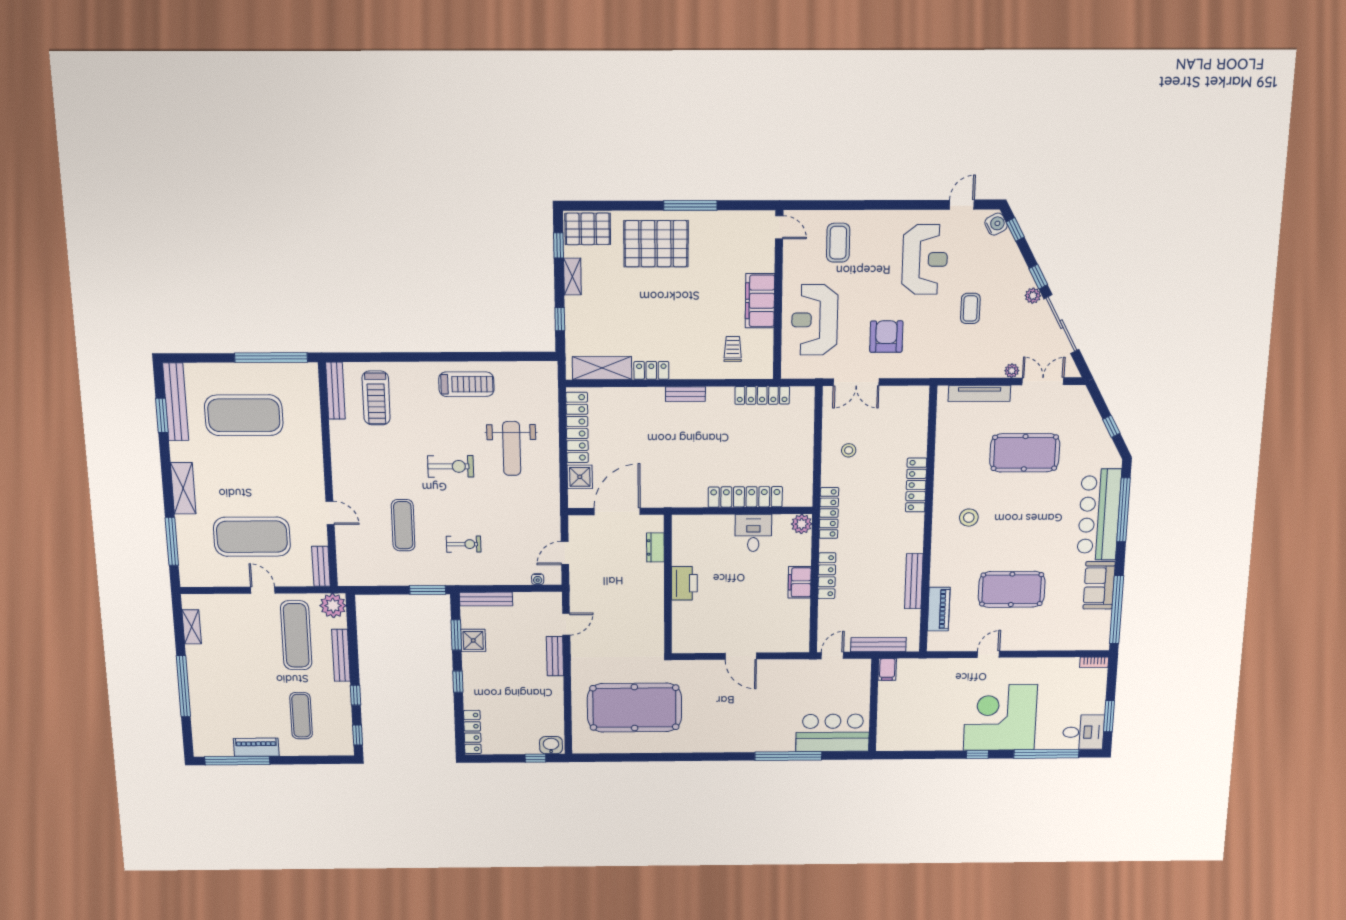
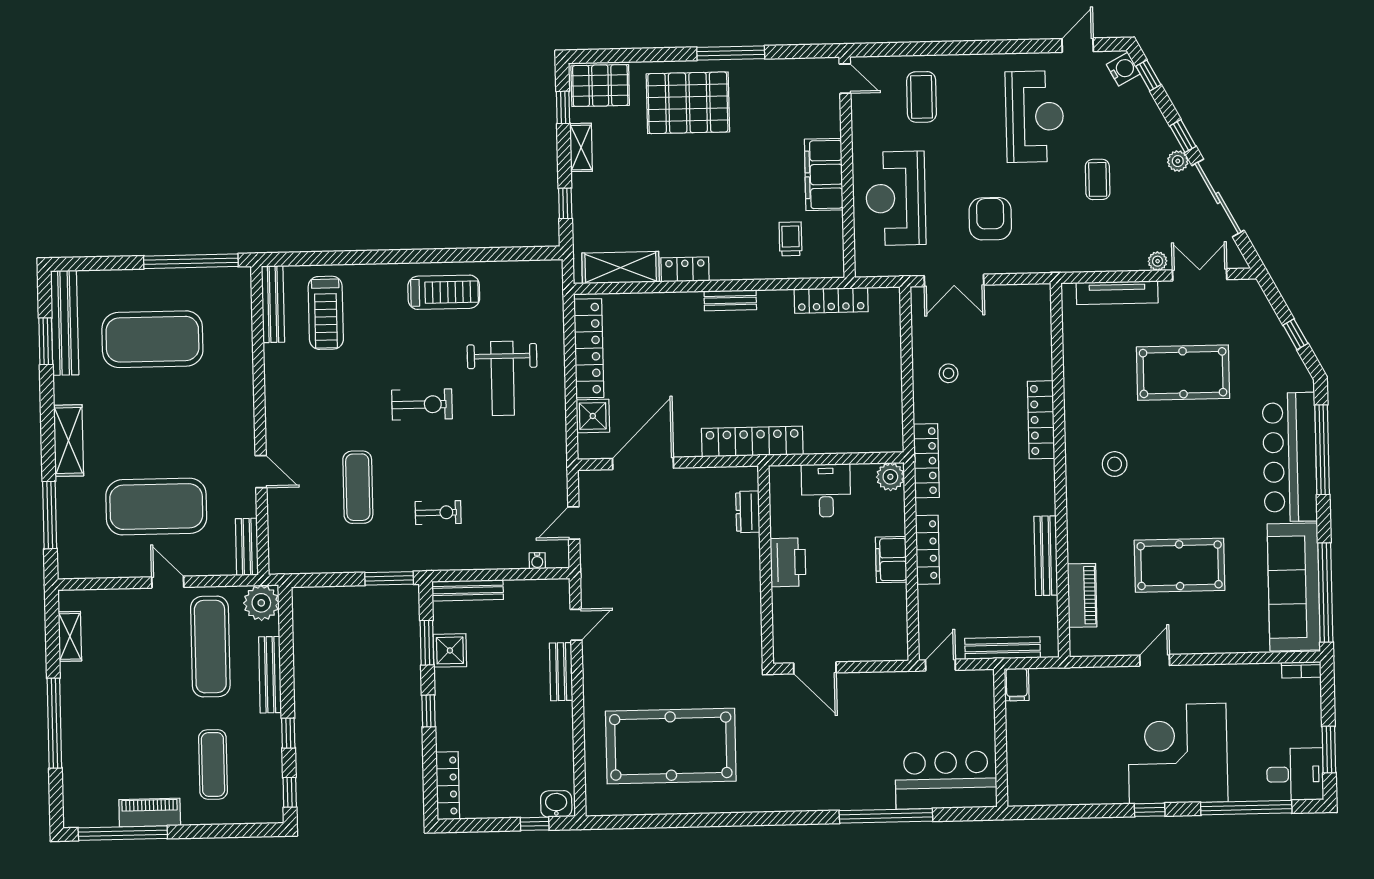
locker: (745, 497) -> (752, 441), moved
dresser: (655, 547) -> (748, 512), moved
printer: (684, 583) -> (788, 562), moved
wall: (668, 585) -> (766, 565), moved
sofa: (1099, 585) -> (1294, 587), width x1.85, depth x1.27

